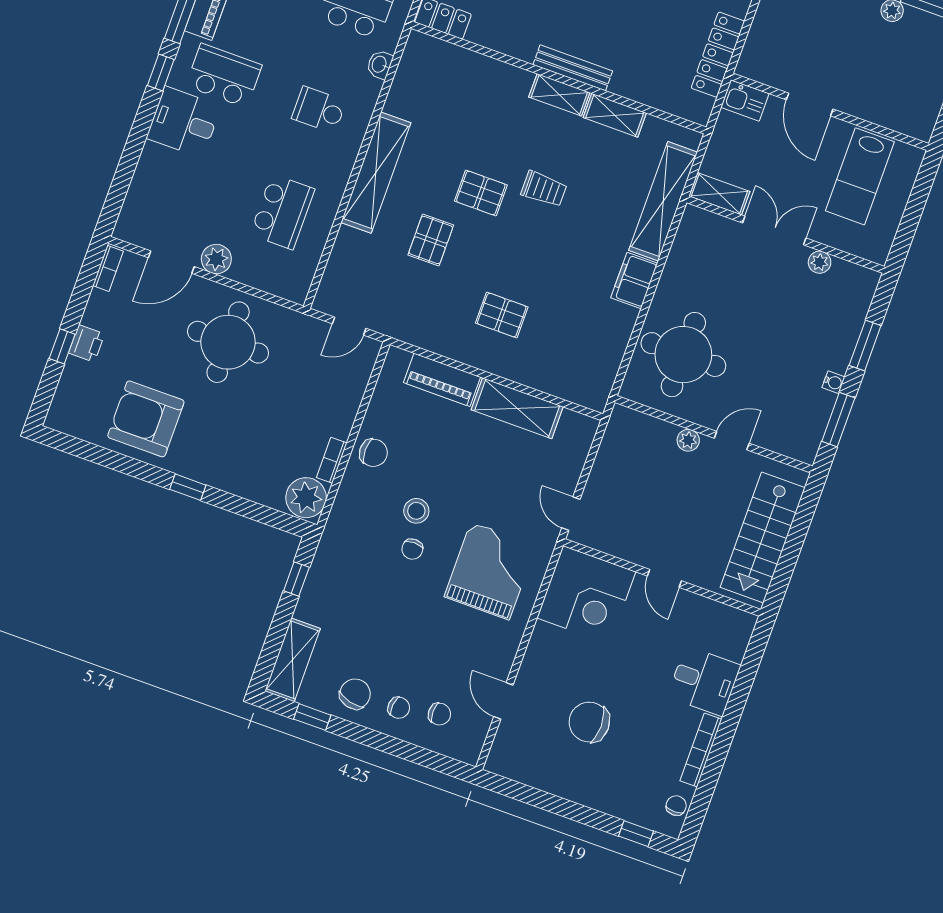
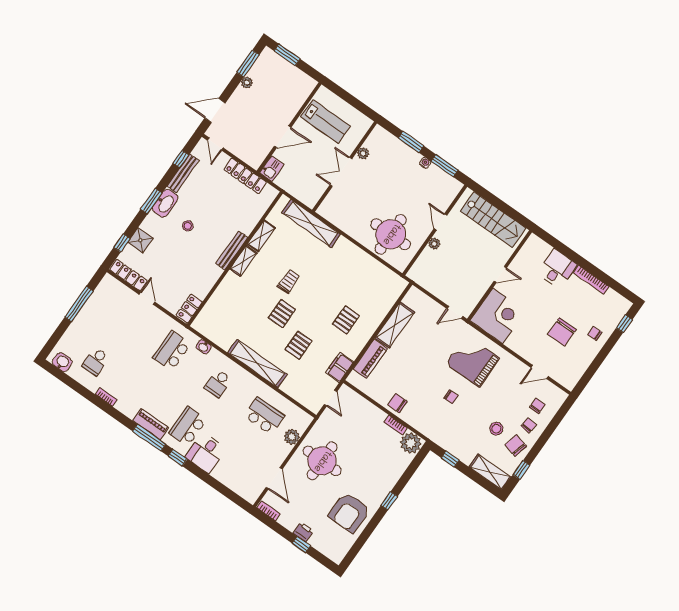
shelving: (719, 194) -> (315, 194), removed
pallet: (431, 240) -> (299, 345), turned 90
plant: (216, 259) -> (292, 437), moved
filing cabinet: (634, 281) -> (340, 367), moved, turned 90
chair: (373, 453) -> (397, 403), turned -90
stool: (416, 511) -> (496, 429), moved
chair: (676, 806) -> (595, 333), moved

